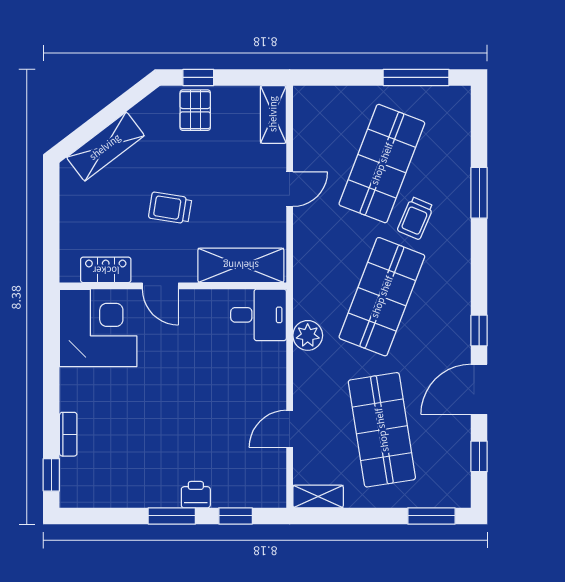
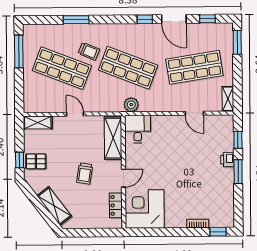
plant: (308, 335) -> (131, 105), moved

